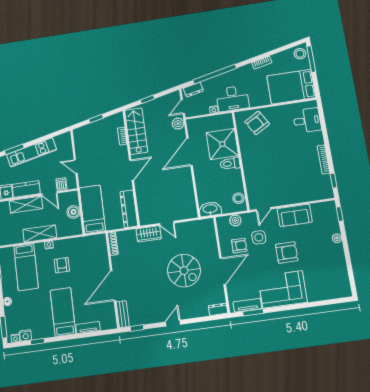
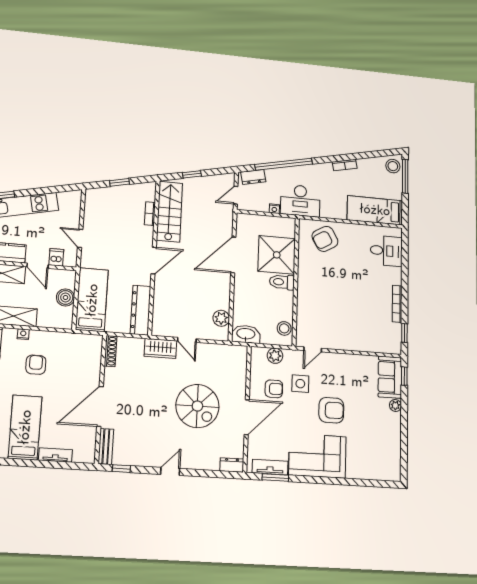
bed: (291, 87) -> (375, 210), width x0.67
plant: (178, 124) -> (221, 318), moved
sofa: (295, 215) -> (390, 377), moved, turned 90

